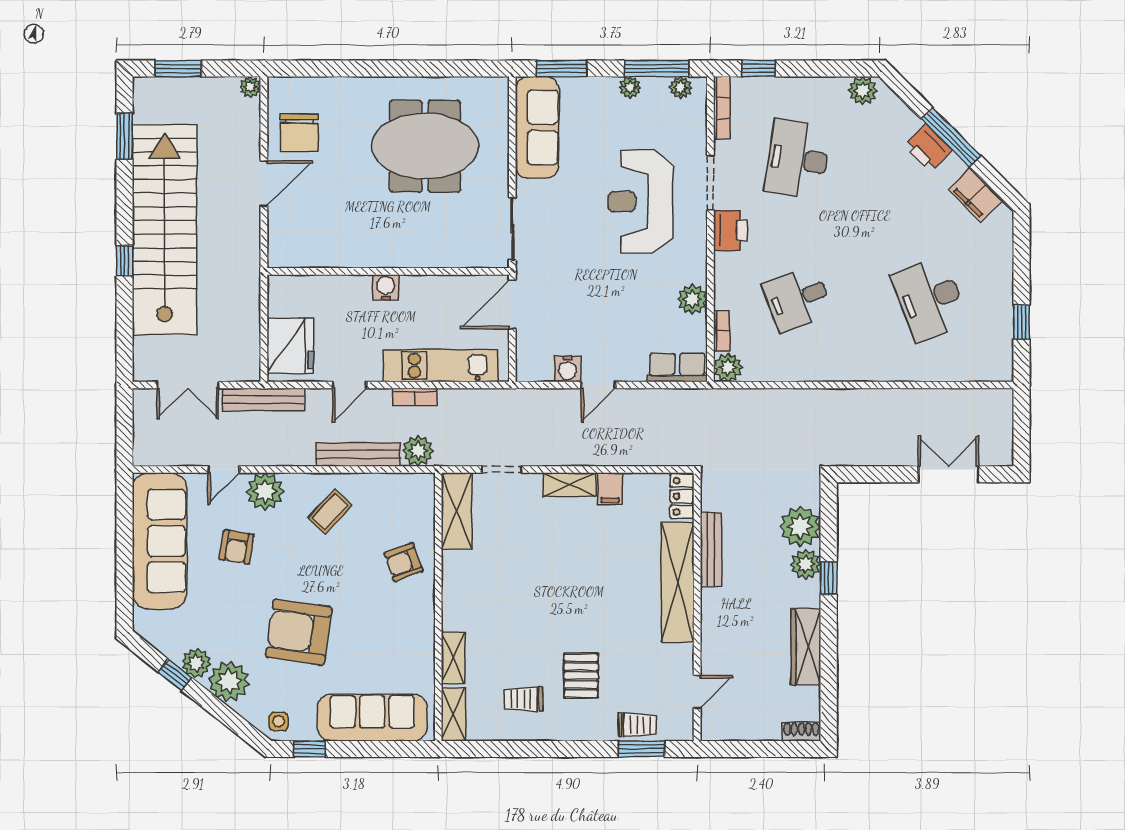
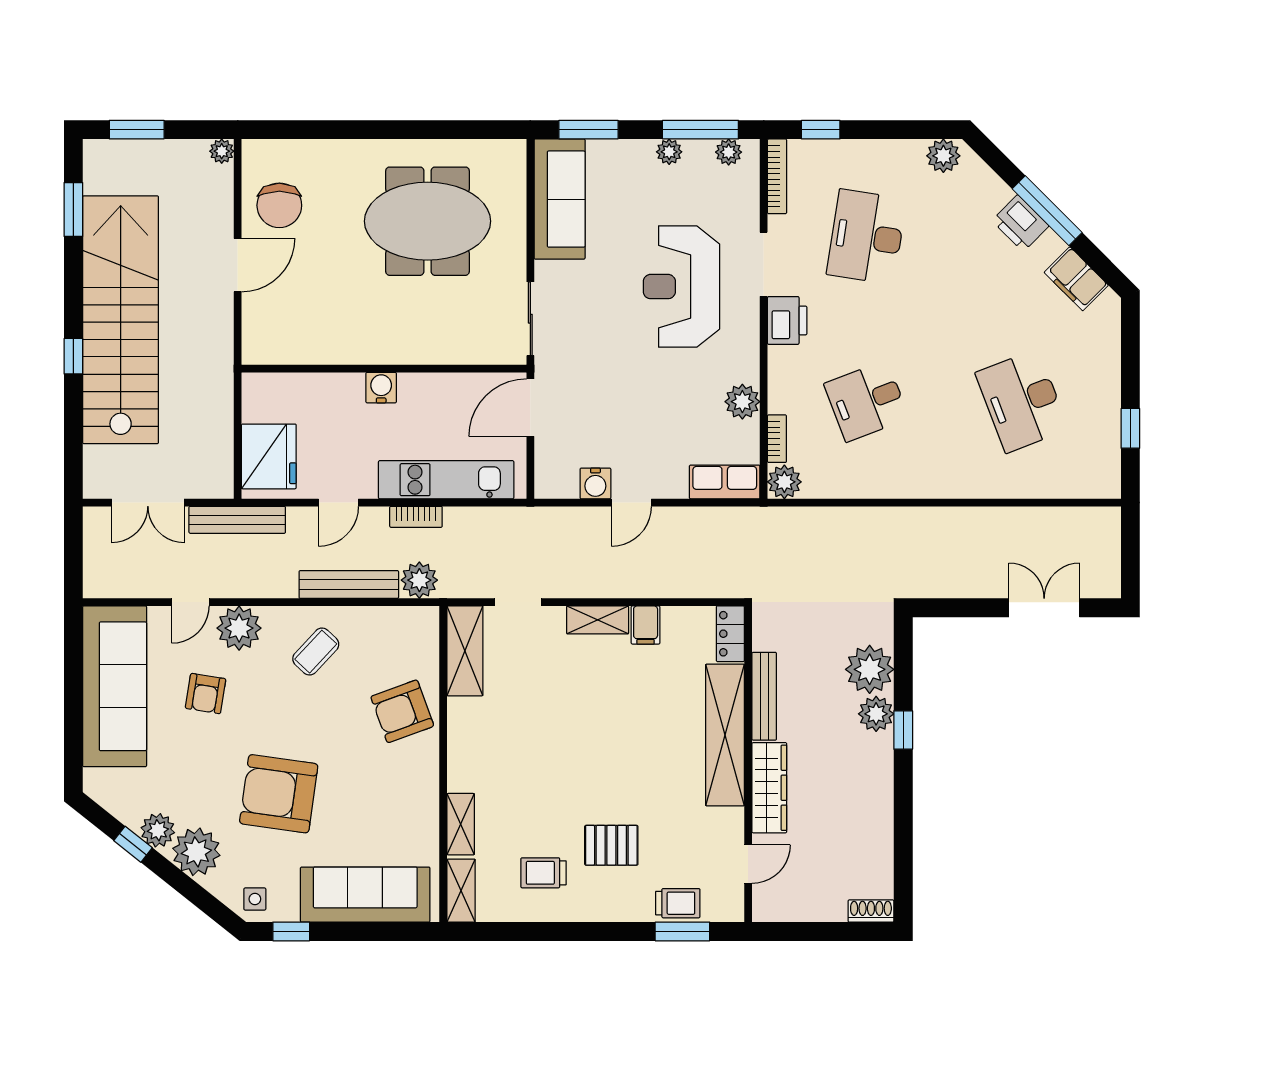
armchair: (404, 562) -> (402, 711), width x1.38, depth x1.38
wardrobe: (806, 647) -> (769, 788), moved, turned 180
pallet: (581, 676) -> (611, 845), turned 90

